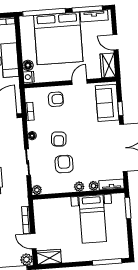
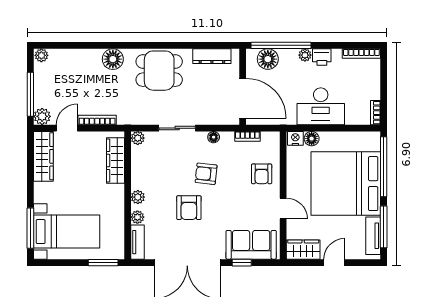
armchair: (64, 164) -> (189, 208), moved, turned 90
wardrobe: (54, 205) -> (116, 160), added
bed with nightstands: (93, 219) -> (67, 232), moved, turned 180
wardrobe: (49, 257) -> (43, 156), width x1.50

